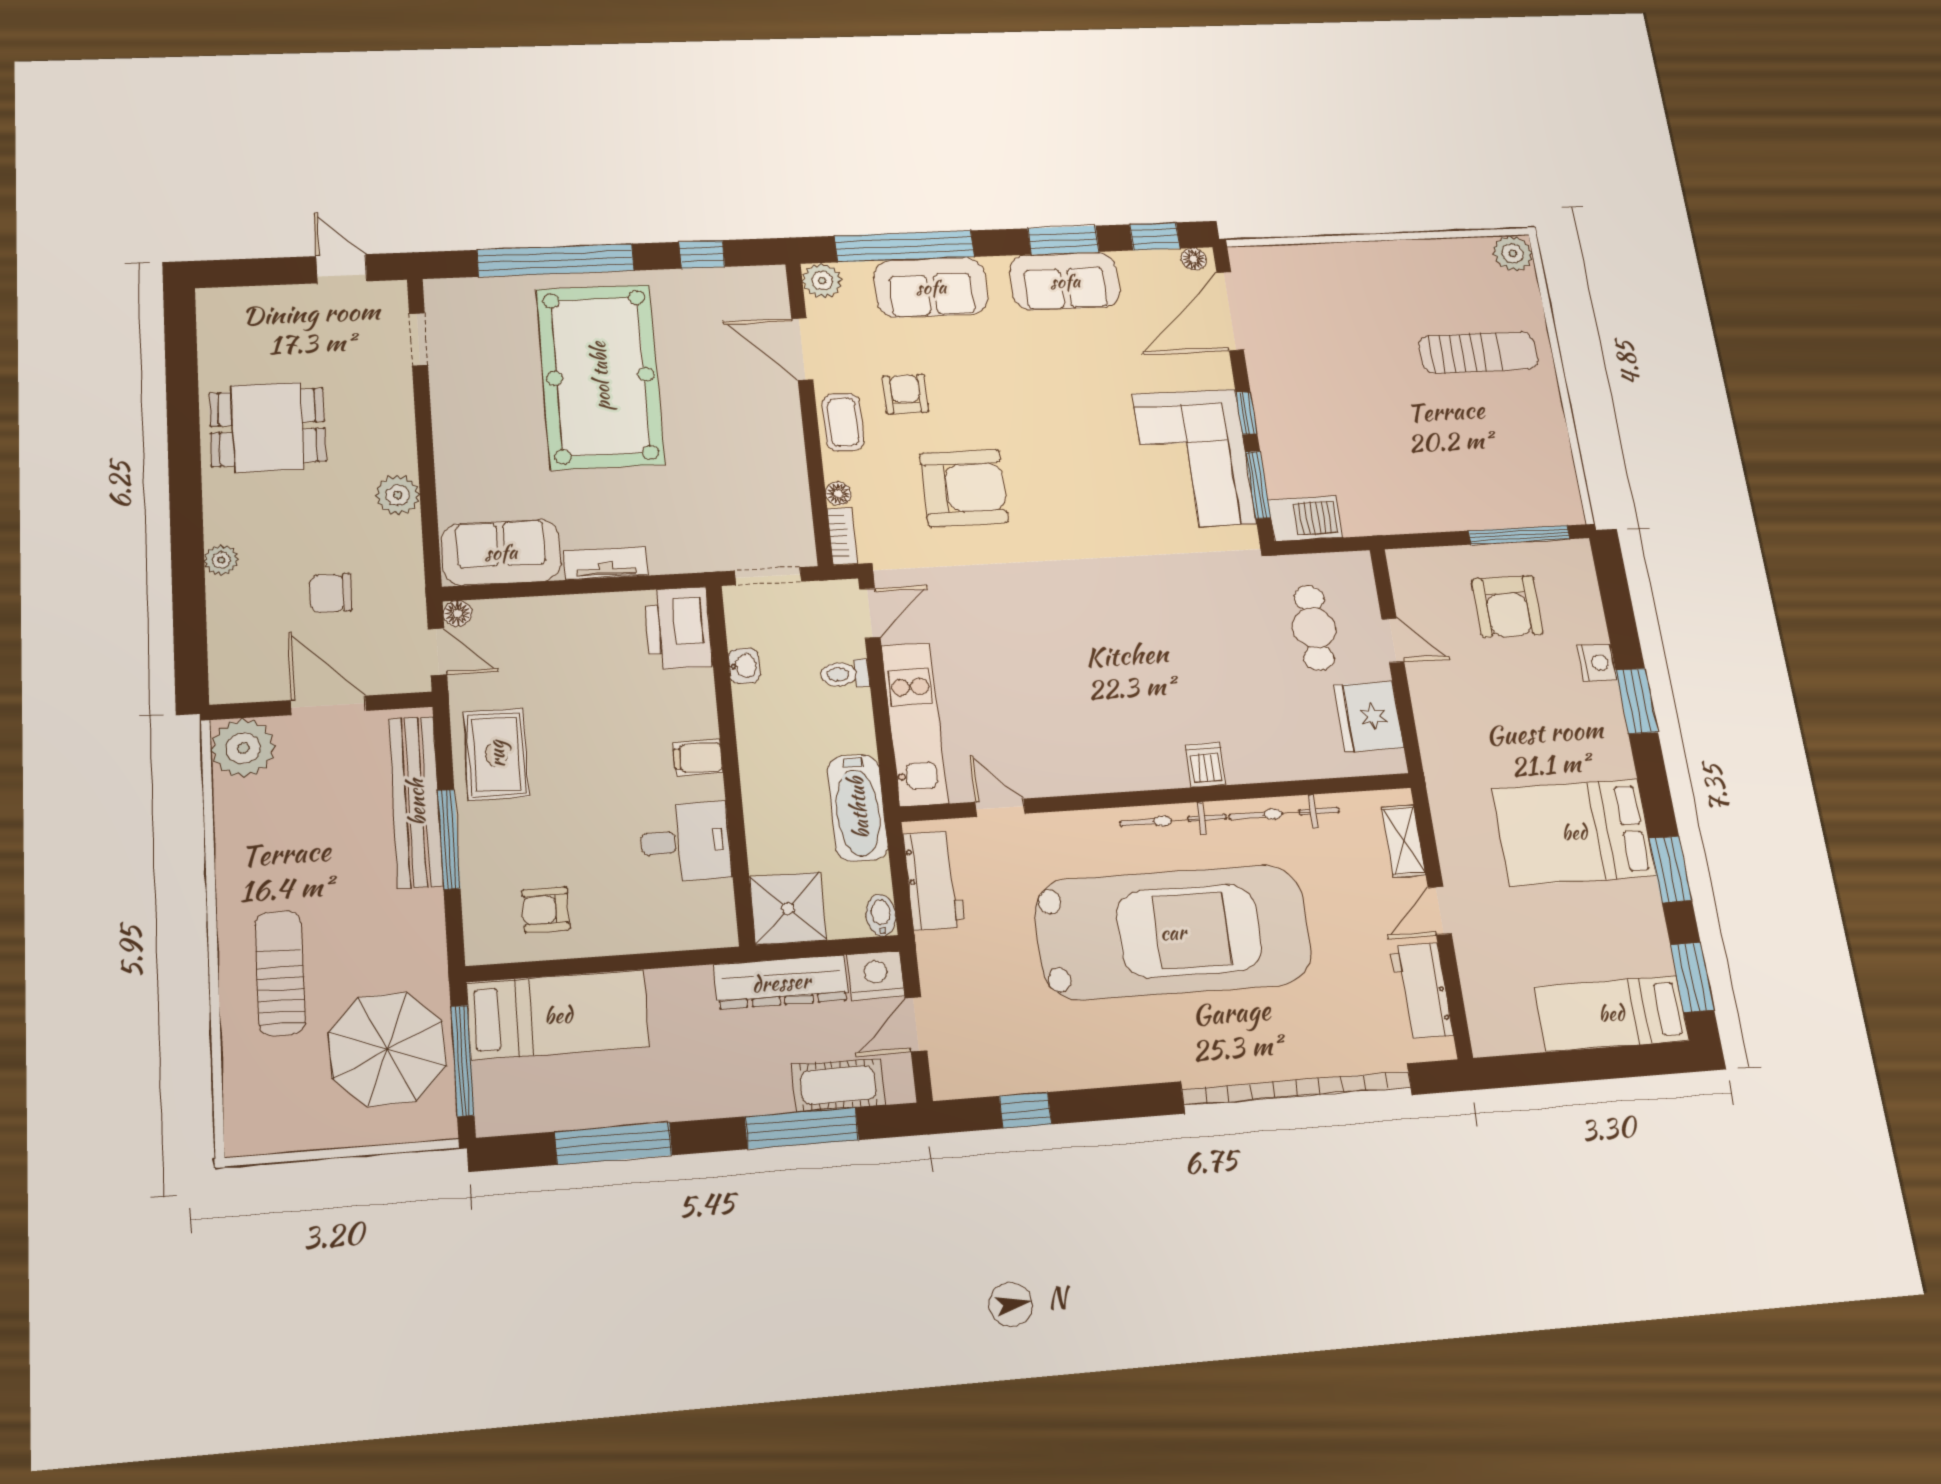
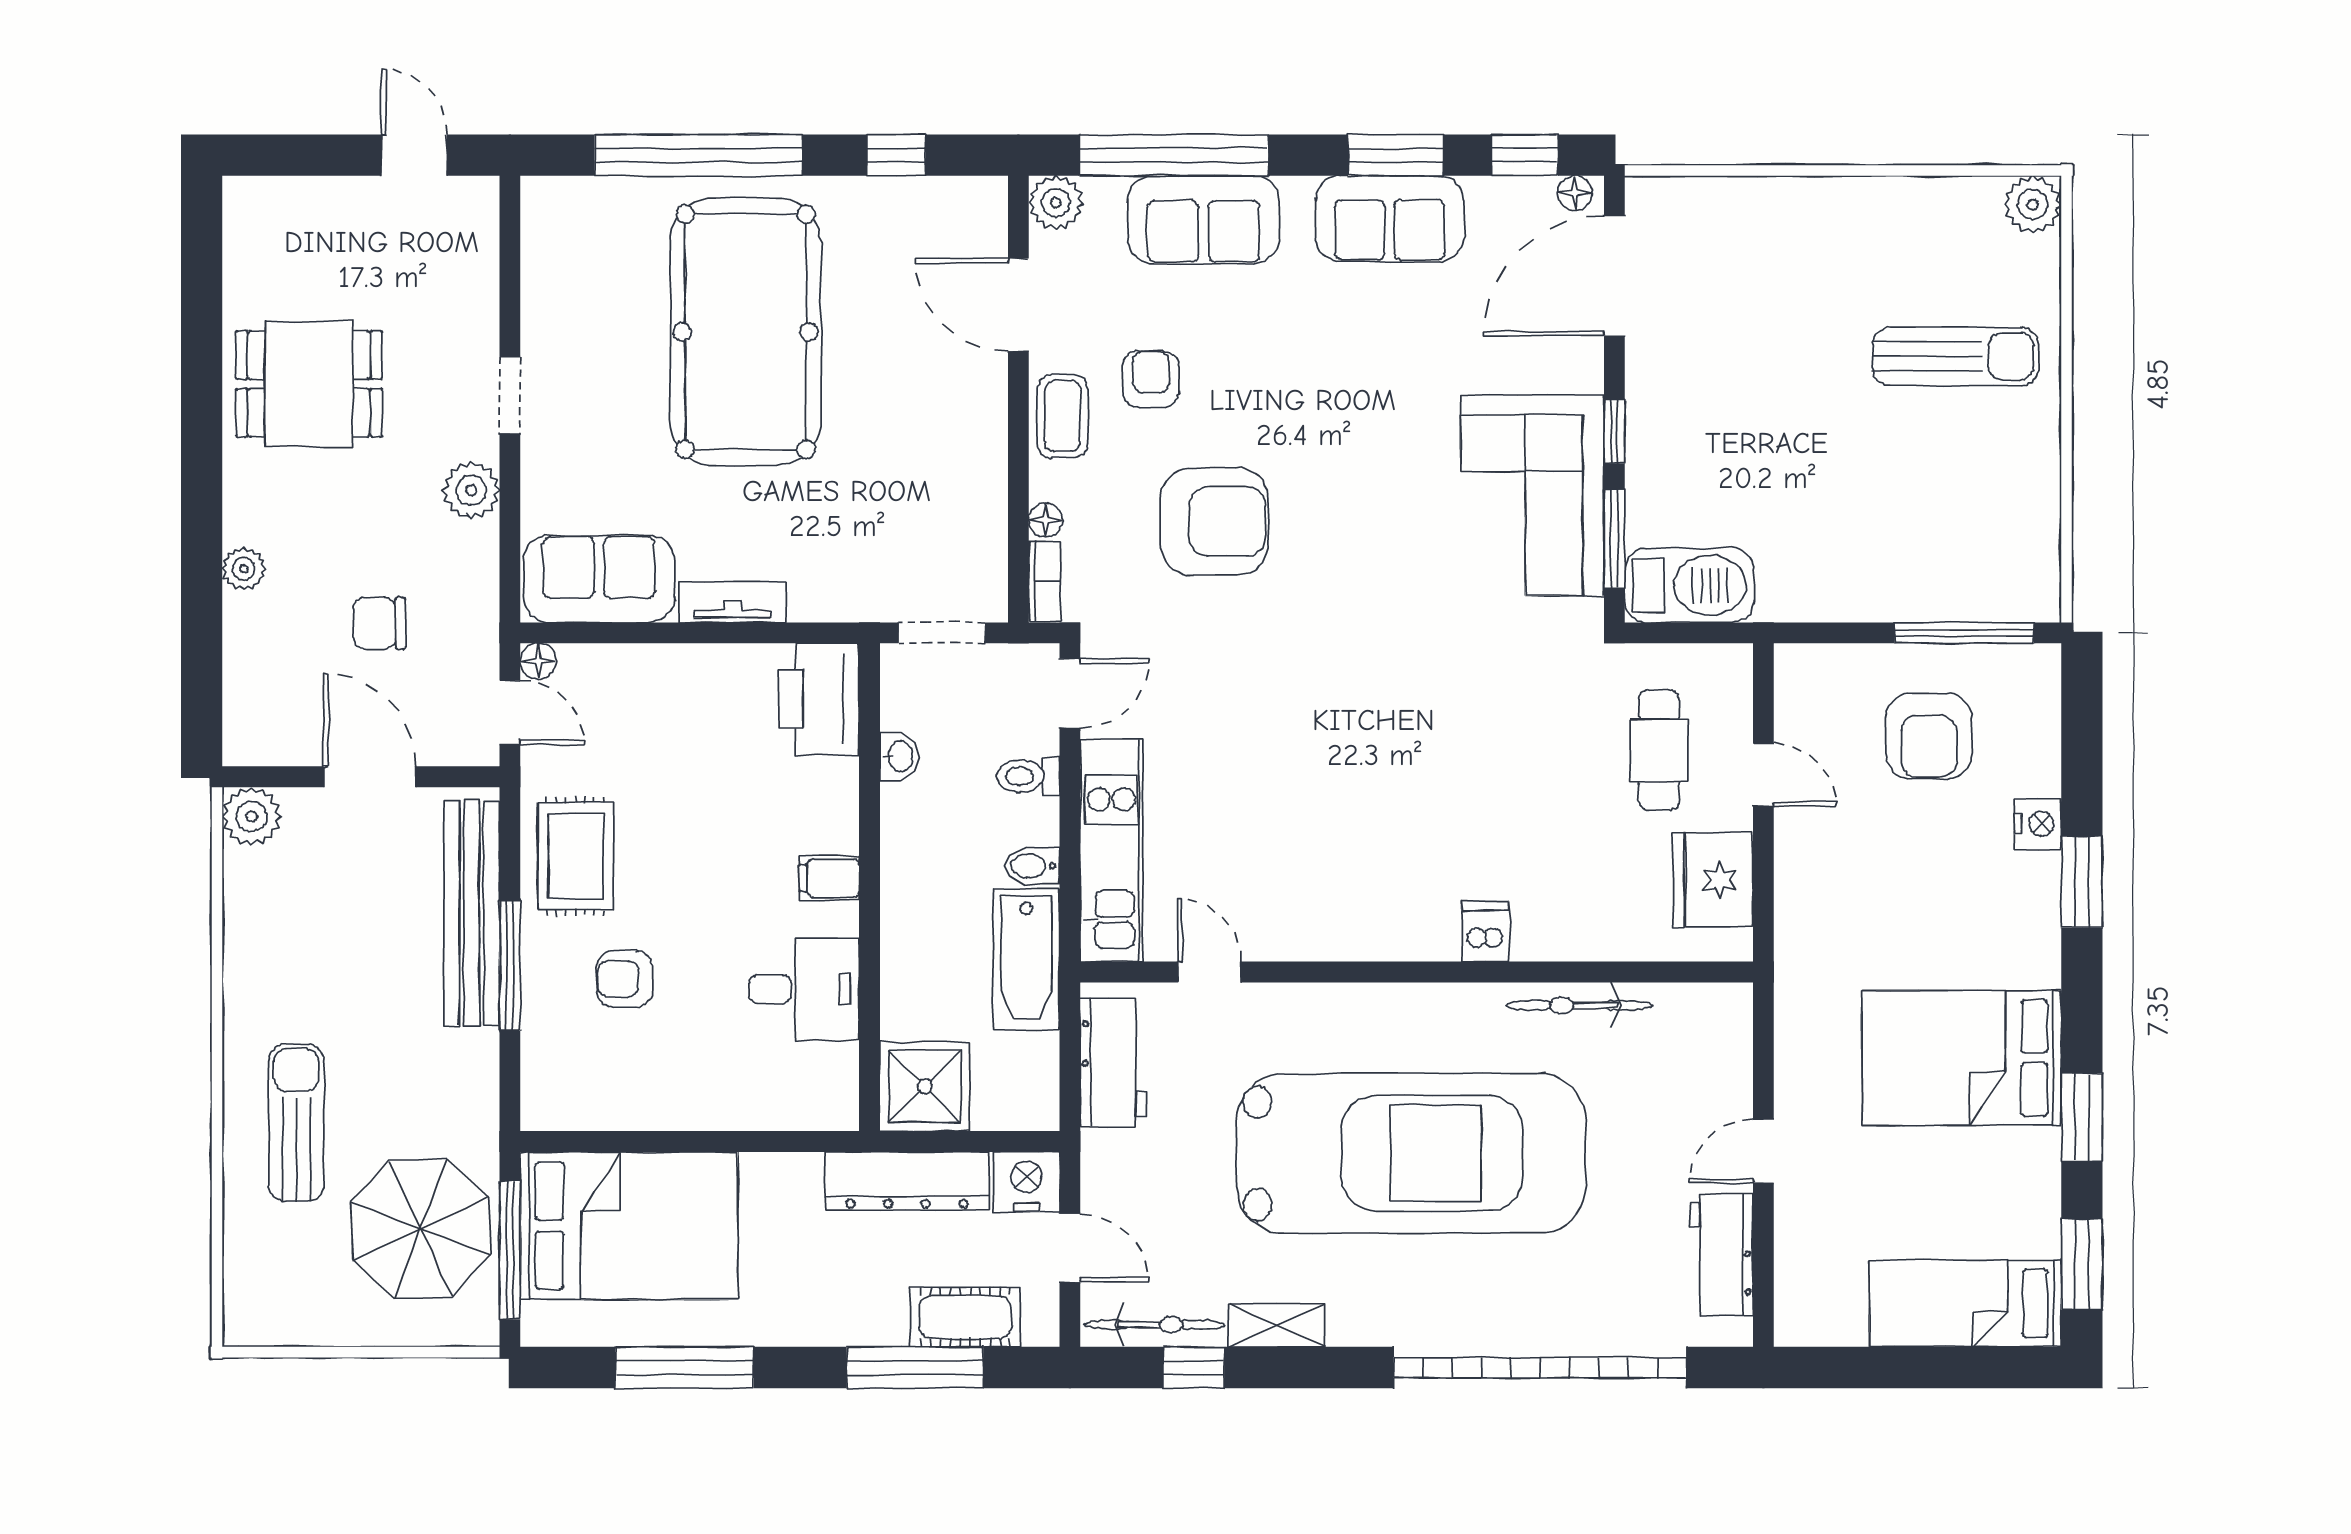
doorway: (418, 339) -> (510, 395), moved
barbecue: (1305, 518) -> (1689, 585), width x1.37, depth x1.21
plant: (243, 748) -> (252, 816), width x0.73, depth x0.73
bicycle: (1173, 820) -> (1154, 1325), moved, turned 180
shelving: (1404, 841) -> (1277, 1325), moved, turned 90
armchair: (546, 910) -> (625, 979), moved
bidet: (881, 915) -> (1032, 866), moved, turned -90
bed: (558, 1015) -> (629, 1226), width x1.50
door: (916, 1024) -> (1070, 1248), swing flipped

